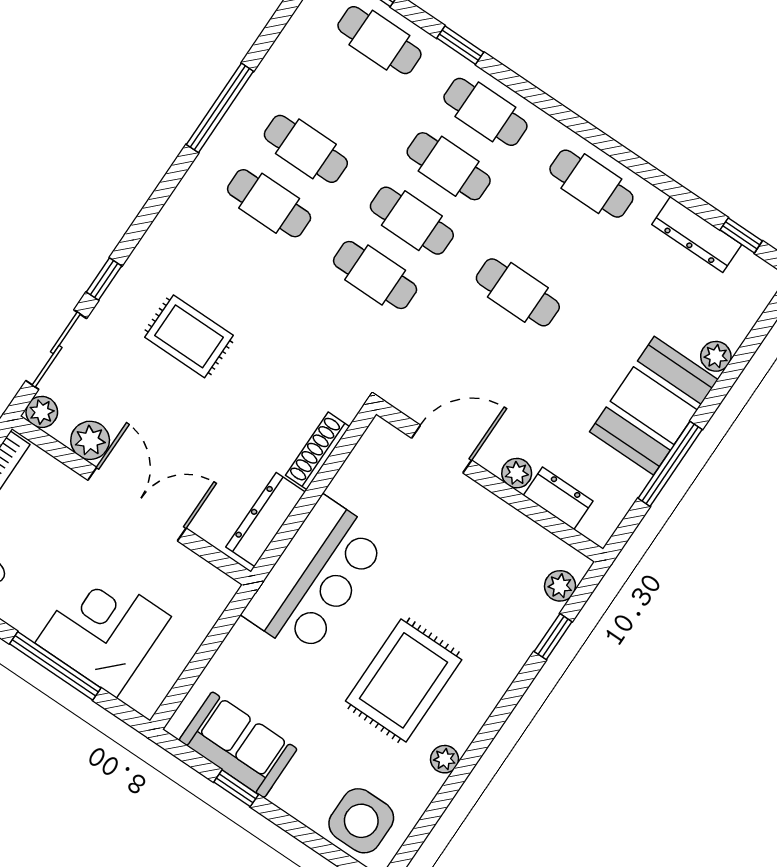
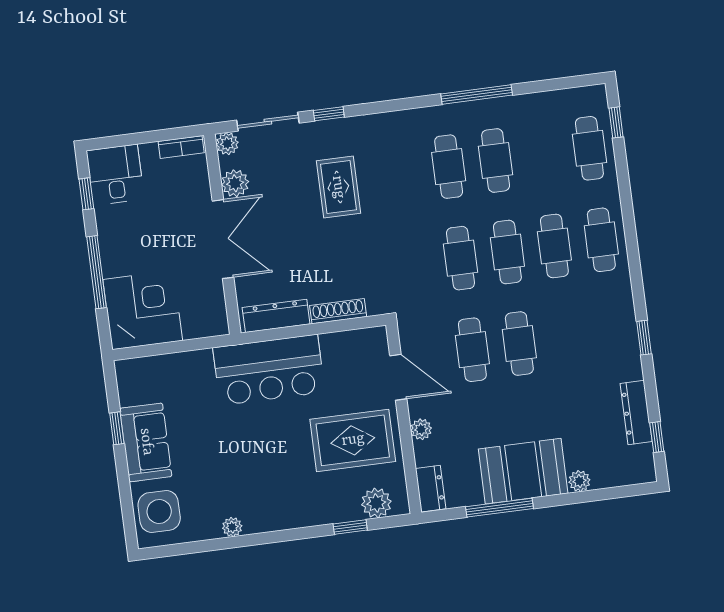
window: (460, 45) -> (644, 338), moved
cafe table: (591, 184) -> (472, 350), moved
dresser: (558, 498) -> (431, 489), moved
plant: (560, 586) -> (376, 503), width x1.38, depth x1.38
corner desk: (103, 630) -> (143, 310), moved
rug: (404, 680) -> (353, 440), moved
sofa: (238, 745) -> (146, 442), moved

